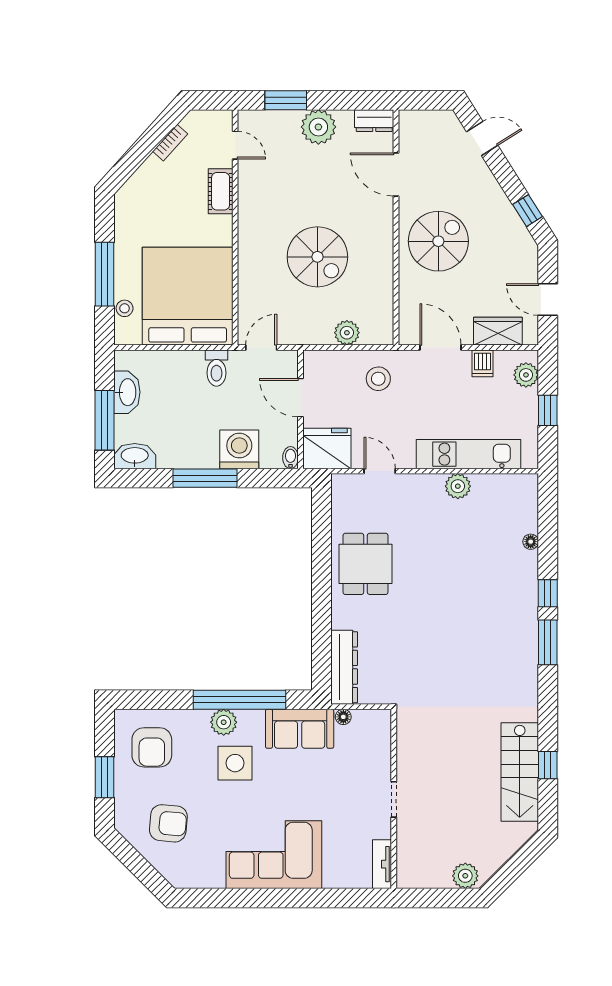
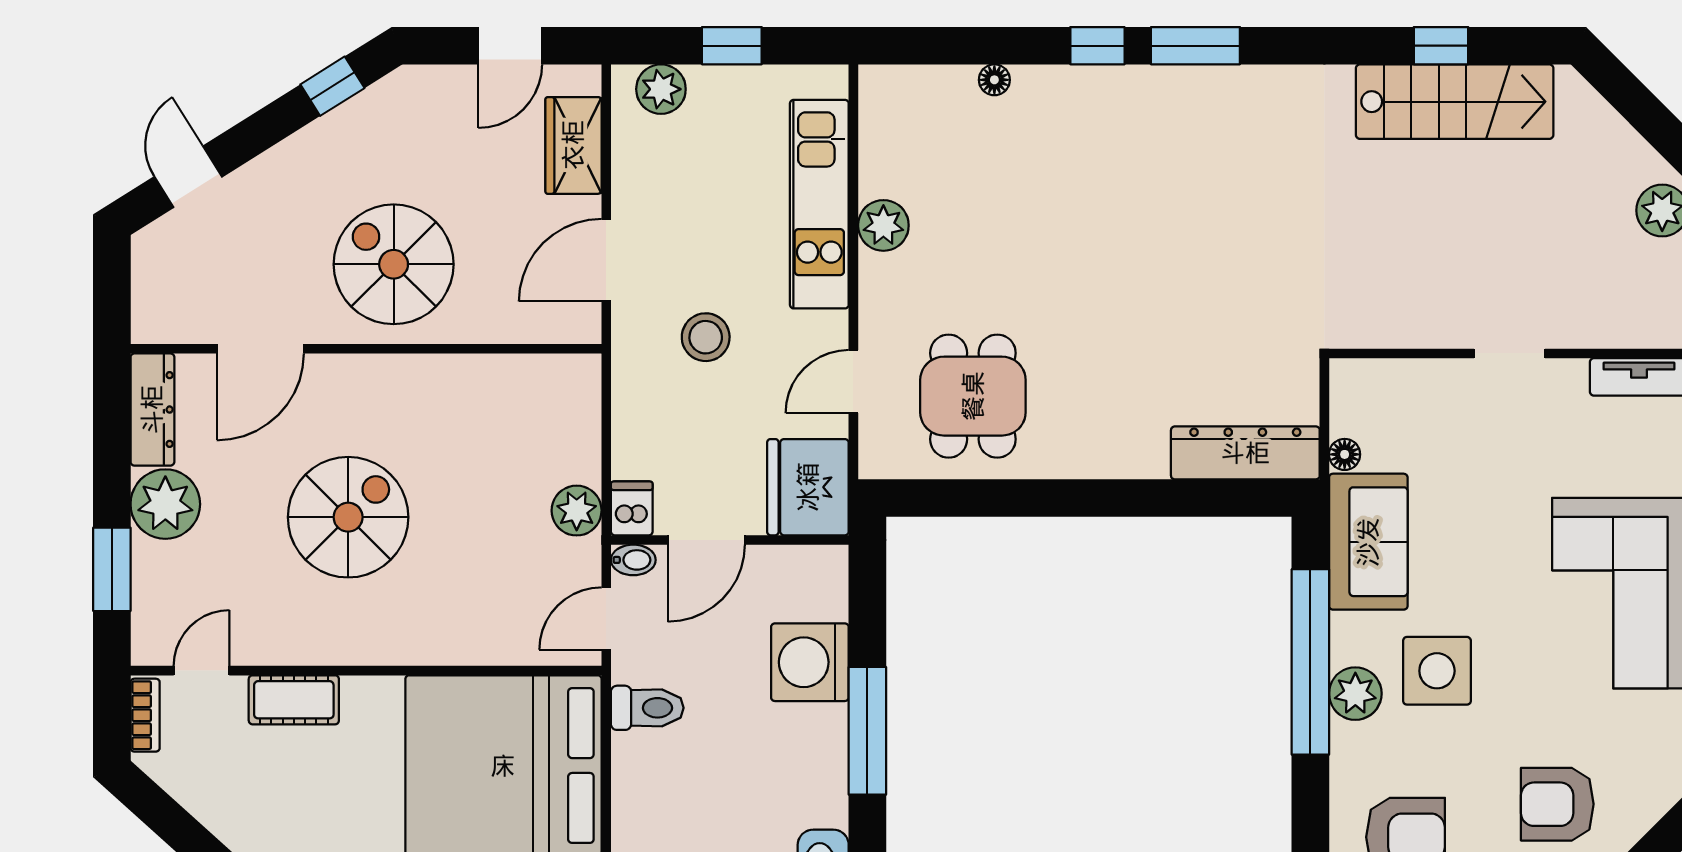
dresser: (374, 121) -> (152, 410), width x1.44
bookcase: (170, 143) -> (145, 715), moved, turned 48
spiral stairs: (317, 257) -> (348, 517), moved
plant: (347, 333) -> (577, 511), moved
door: (261, 348) -> (606, 618), hinge flipped
dishwasher: (483, 363) -> (632, 508), moved, turned -90
stool: (378, 379) -> (706, 337), moved
bidet: (290, 458) -> (633, 560), moved, turned 180
dining table: (366, 564) -> (973, 396), moved, turned 90
armchair: (168, 823) -> (1557, 804), turned -95

